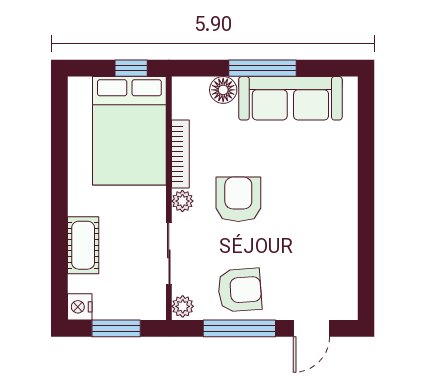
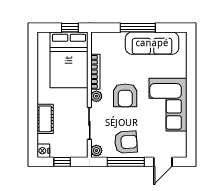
floor lamp: (223, 90) -> (117, 39), removed
armchair: (238, 199) -> (125, 95), turned 180
corner sofa: (321, 217) -> (168, 105), added
window: (116, 328) -> (62, 162), width x0.67

